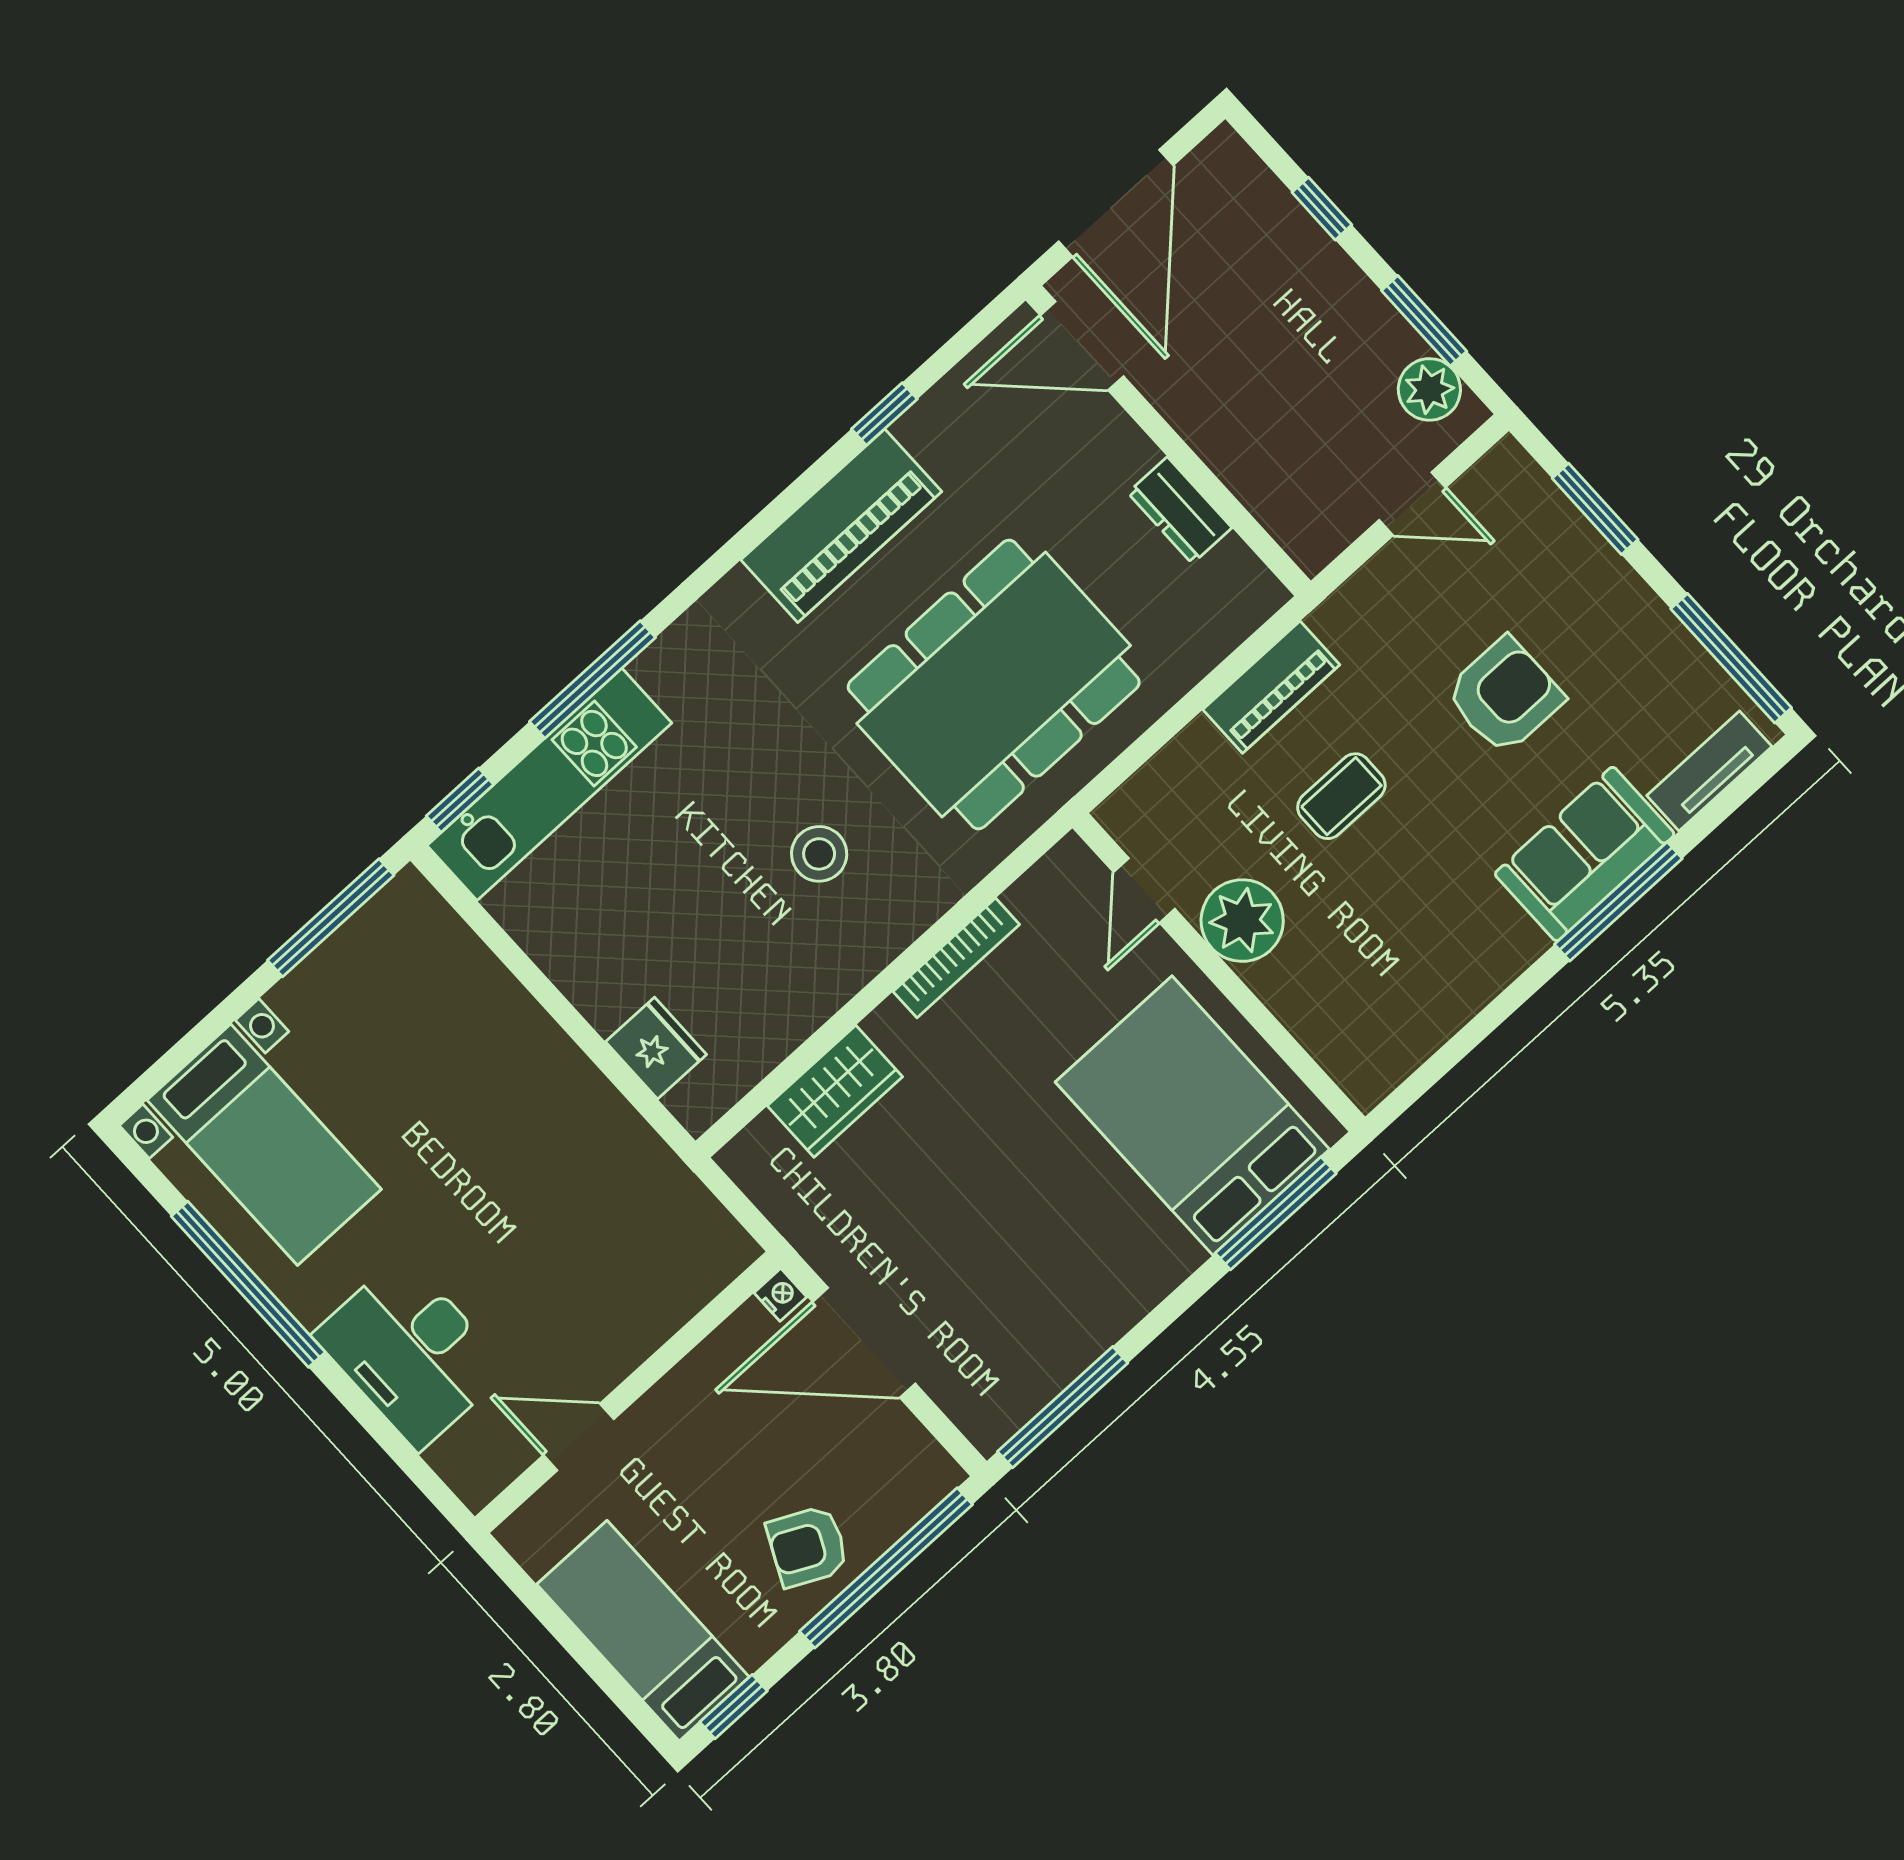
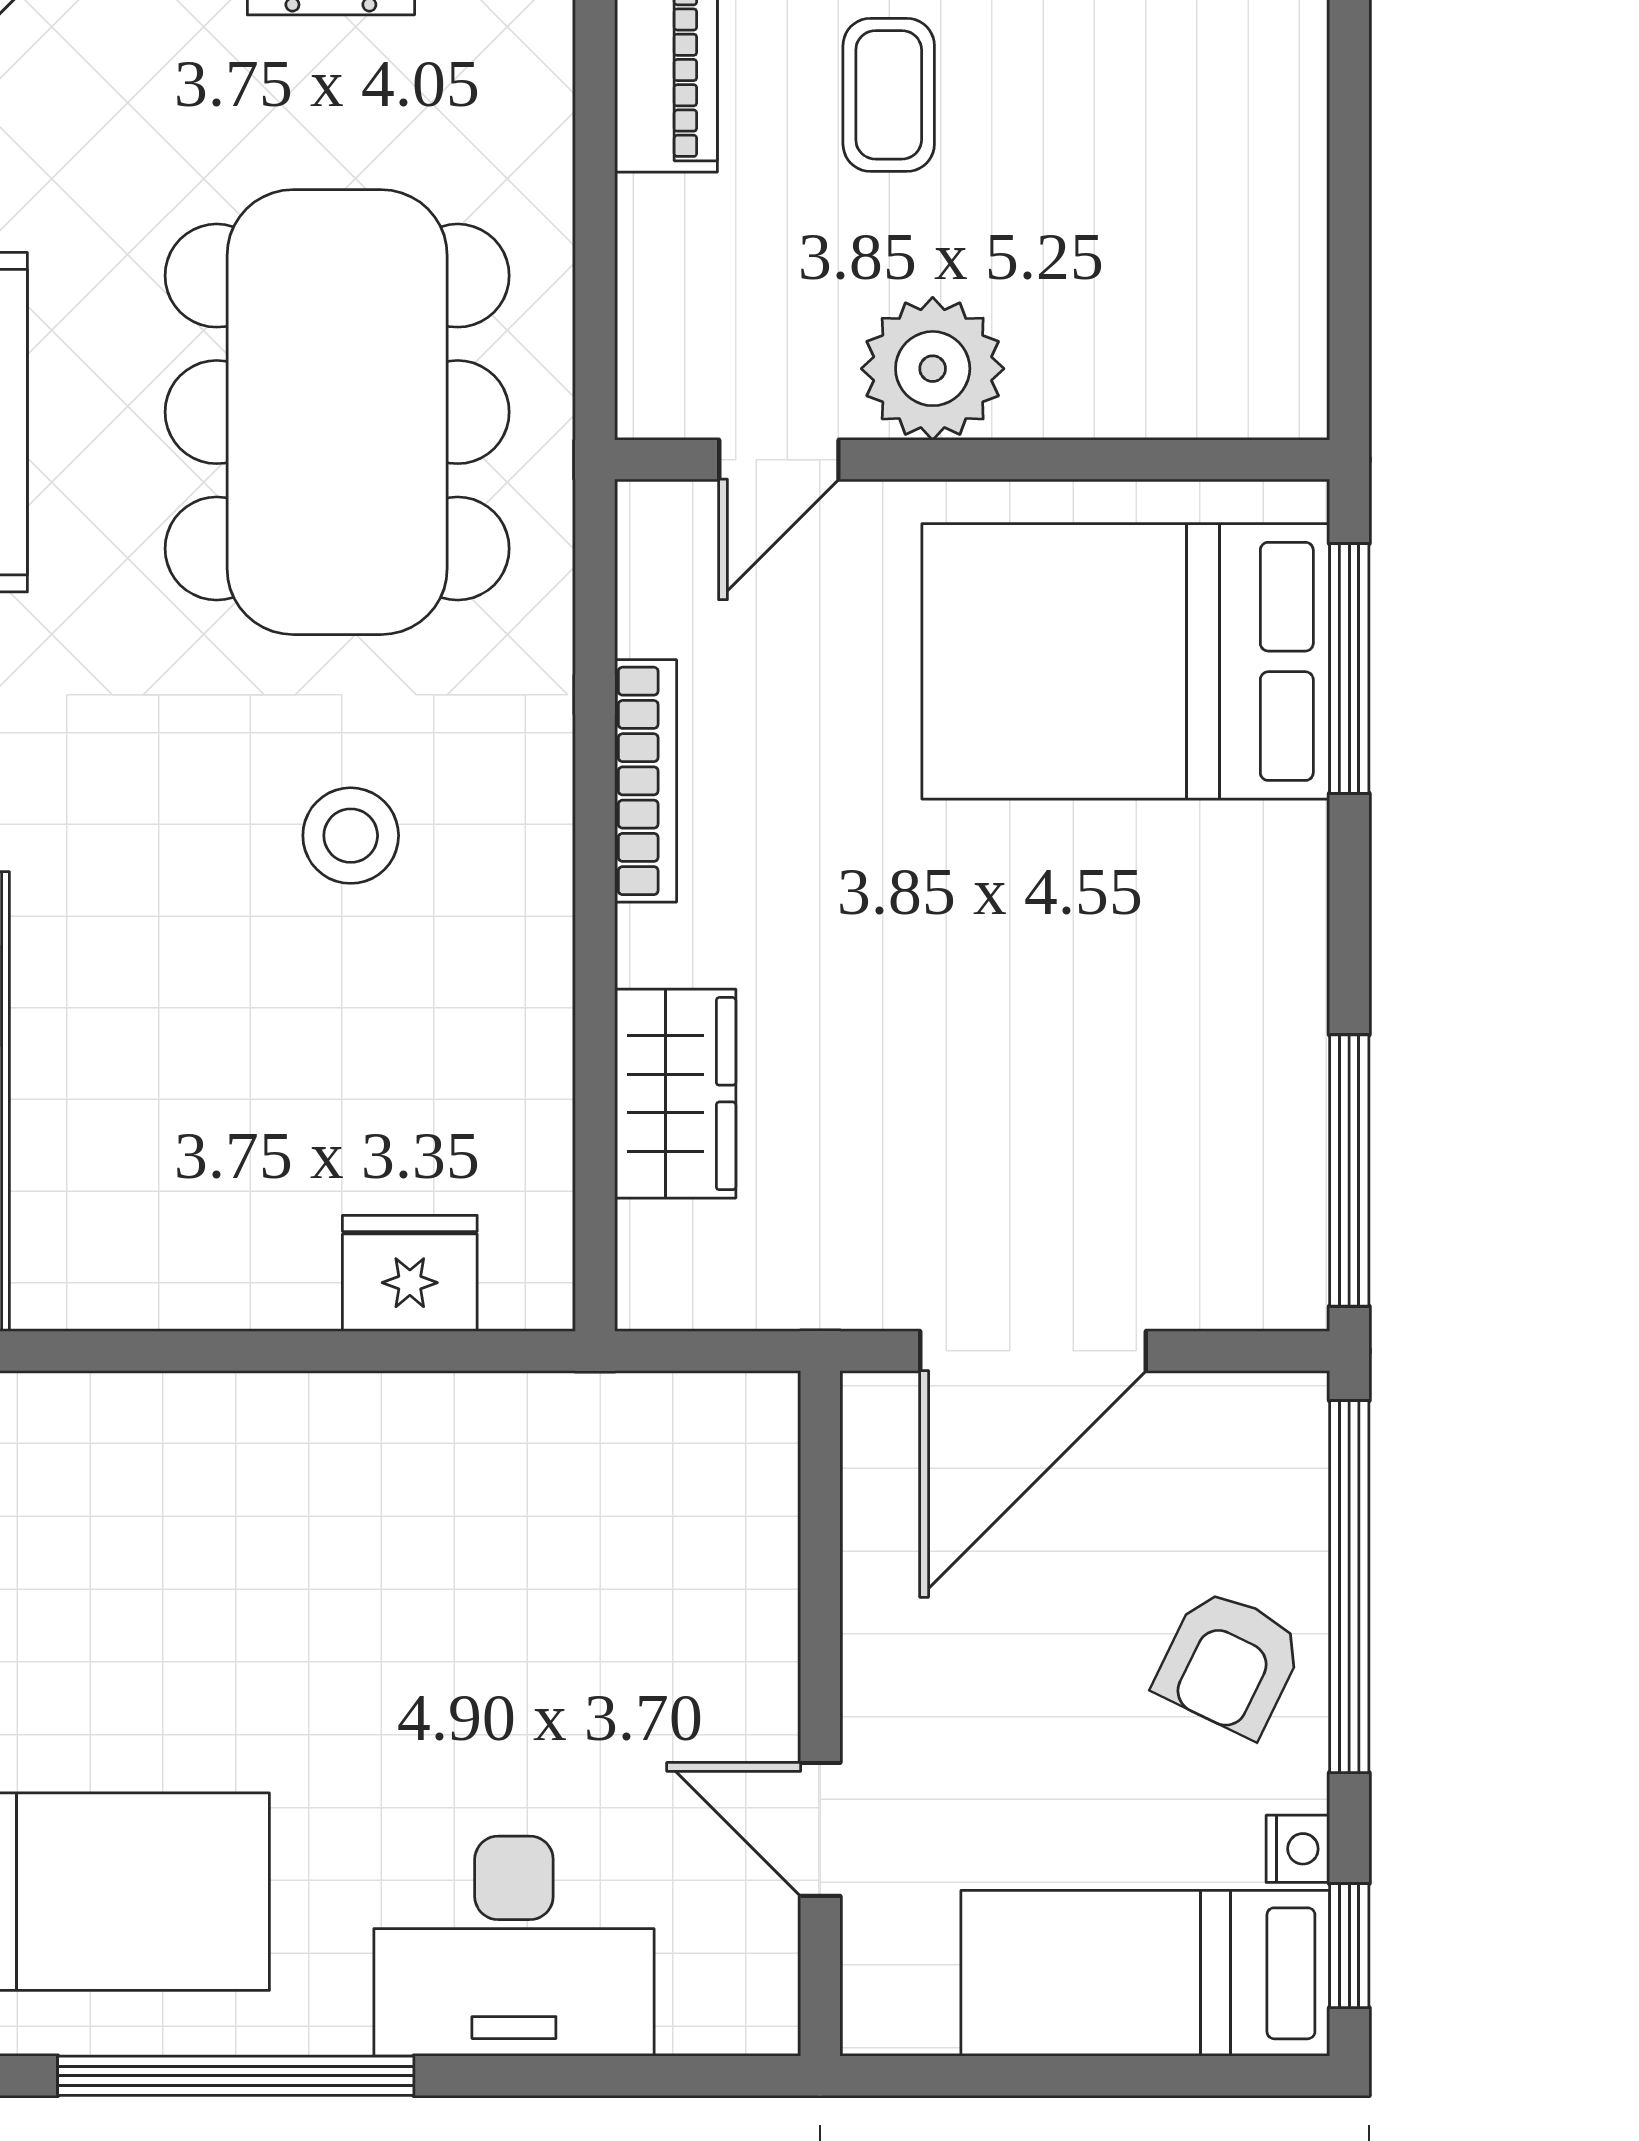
door: (1144, 890) -> (779, 460), hinge flipped
nightstand: (780, 1295) -> (1298, 1849), moved, turned 90
door: (579, 1437) -> (820, 1829), hinge flipped

